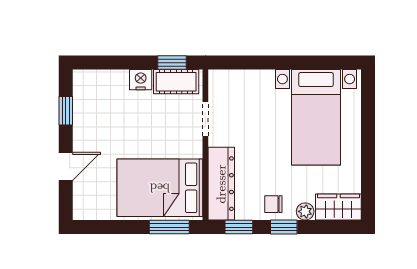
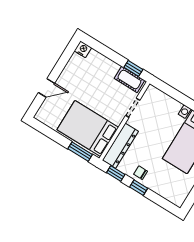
nightstand: (141, 80) -> (83, 49), moved
window: (66, 111) -> (64, 60), removed
wardrobe: (338, 207) -> (173, 195), removed
plant: (305, 211) -> (154, 186), removed

